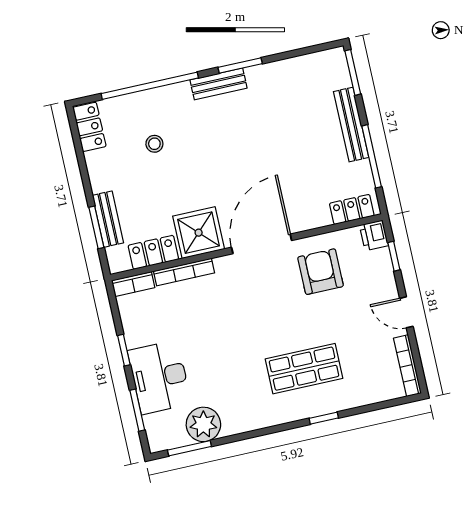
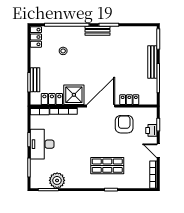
locker: (352, 209) -> (129, 100), moved
printer: (374, 235) -> (151, 130), moved
desk: (159, 377) -> (42, 144), moved

